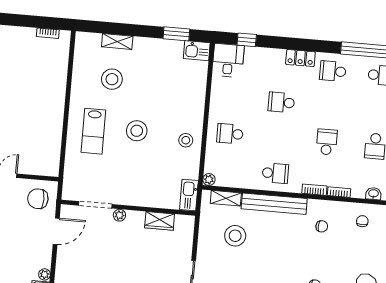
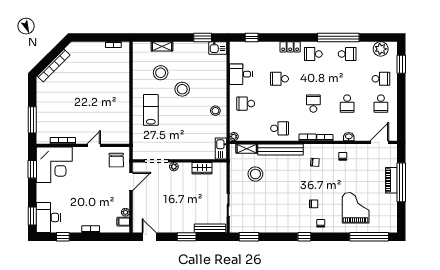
desk: (228, 60) -> (241, 74), moved, turned -90
lab bench: (93, 131) -> (151, 110), turned 180
stool: (137, 131) -> (182, 89), moved
chair: (38, 199) -> (116, 160), turned -91

